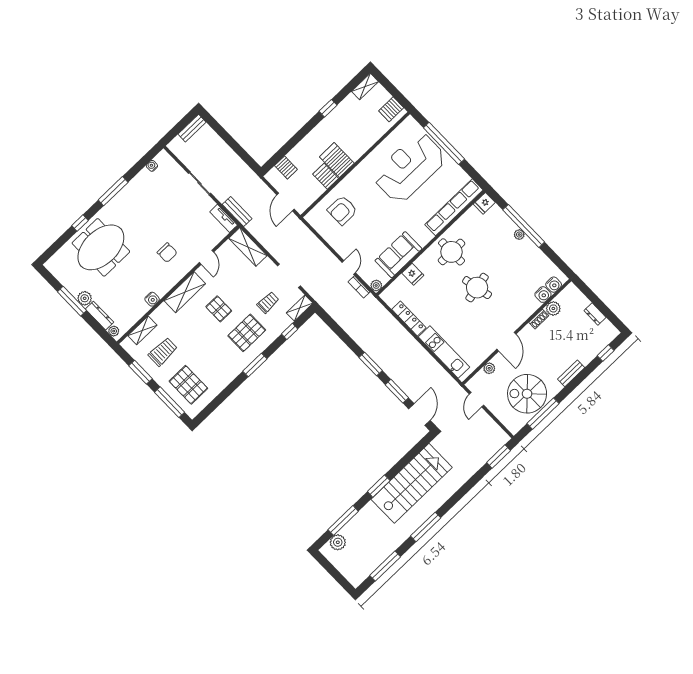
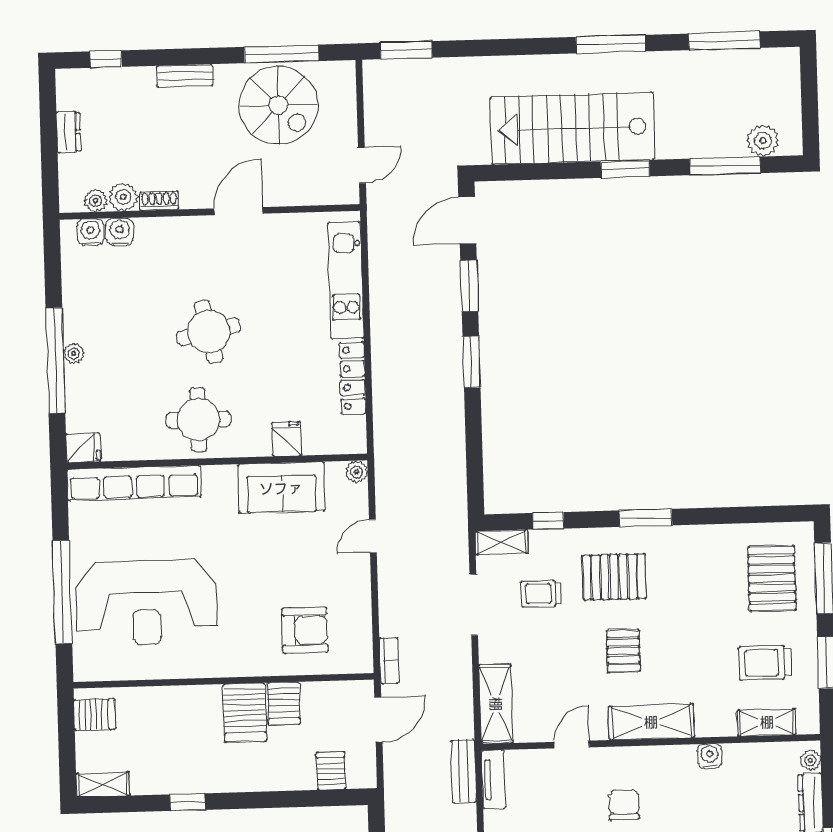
bookcase: (359, 287) -> (389, 661), moved
plant: (489, 368) -> (96, 201), moved

